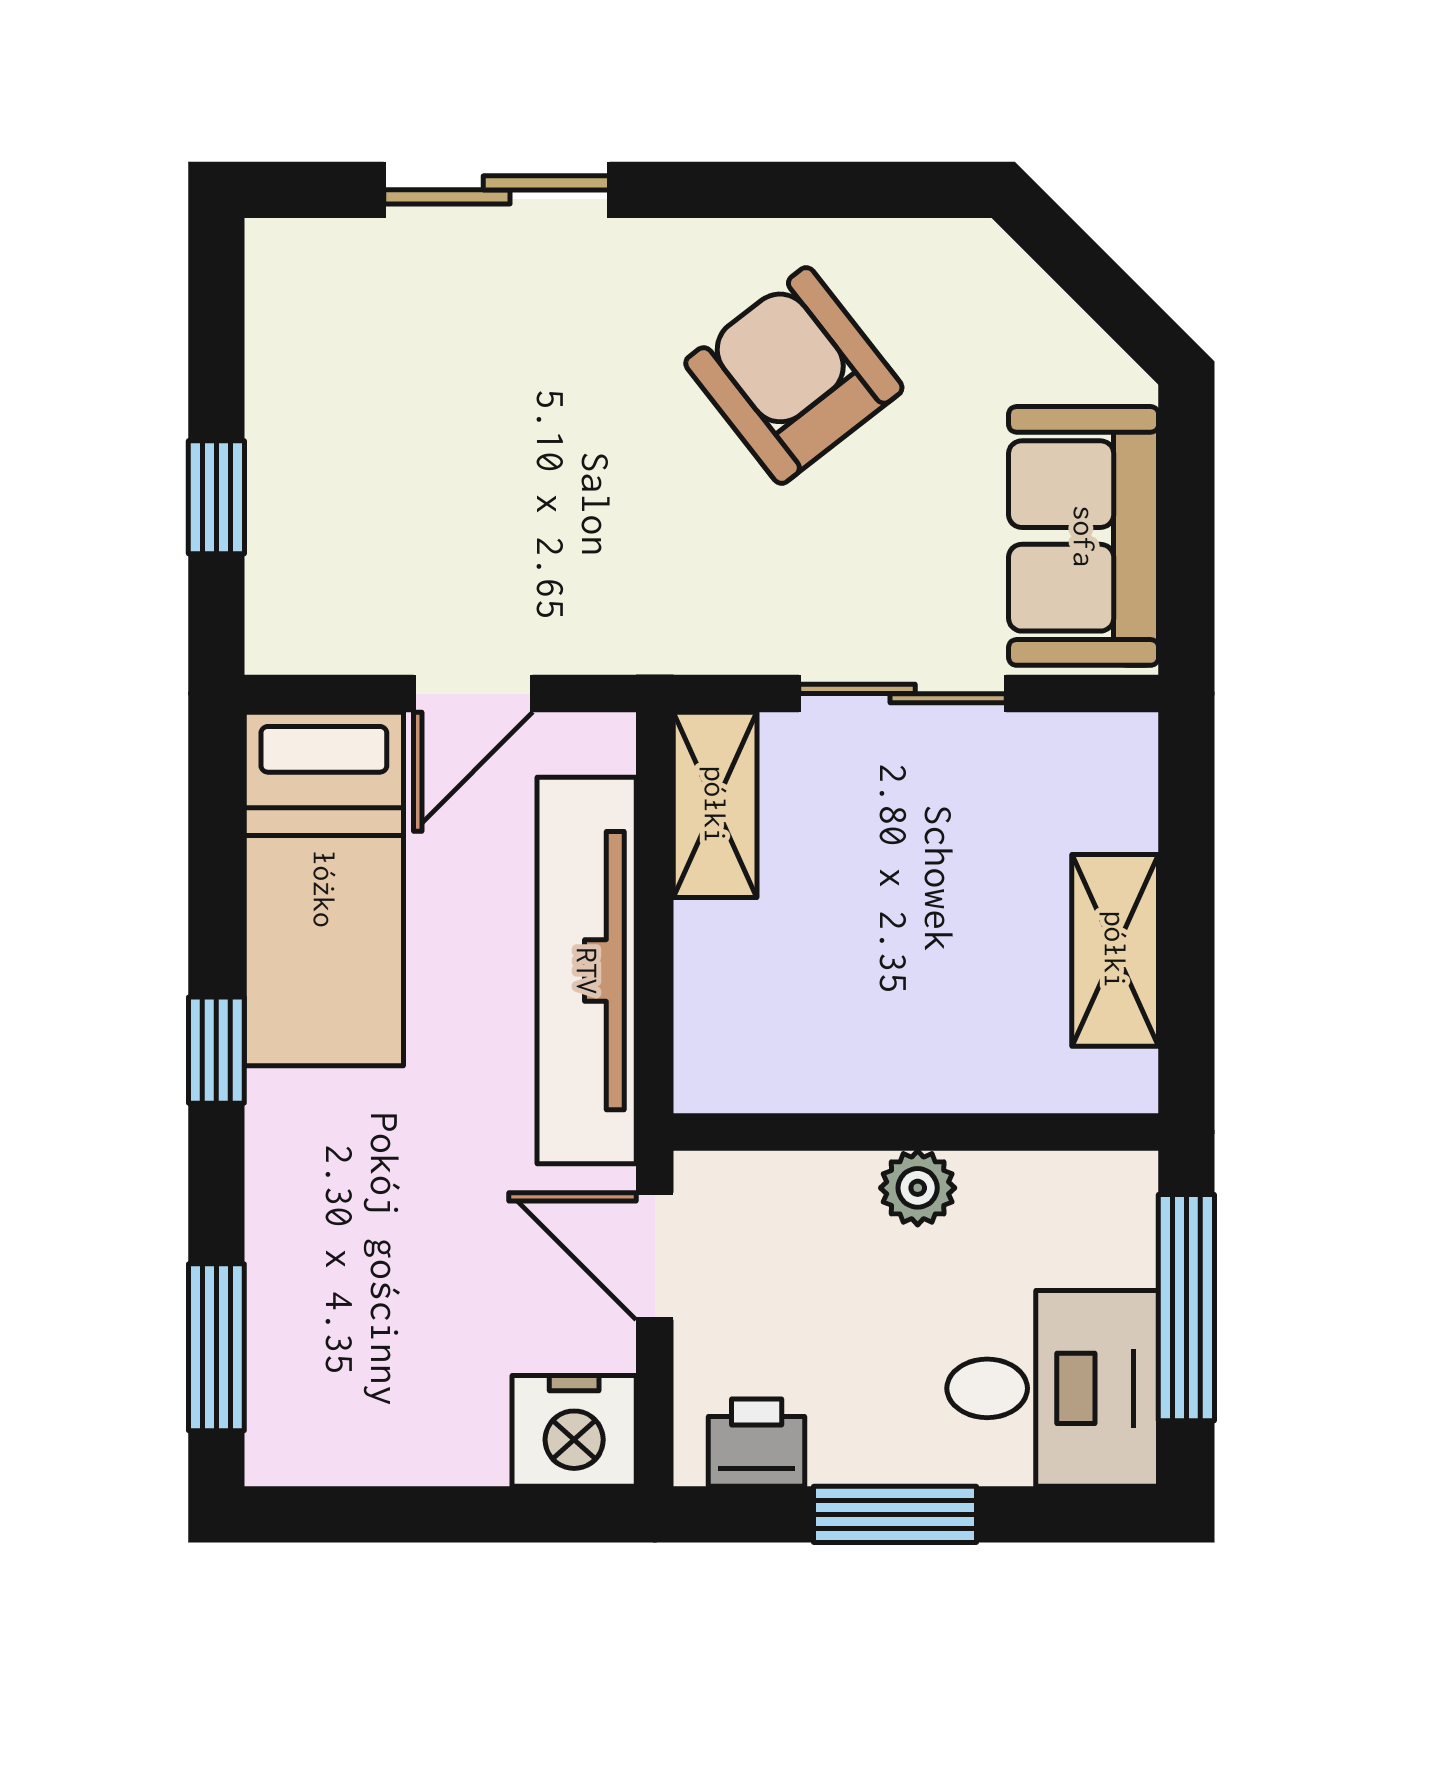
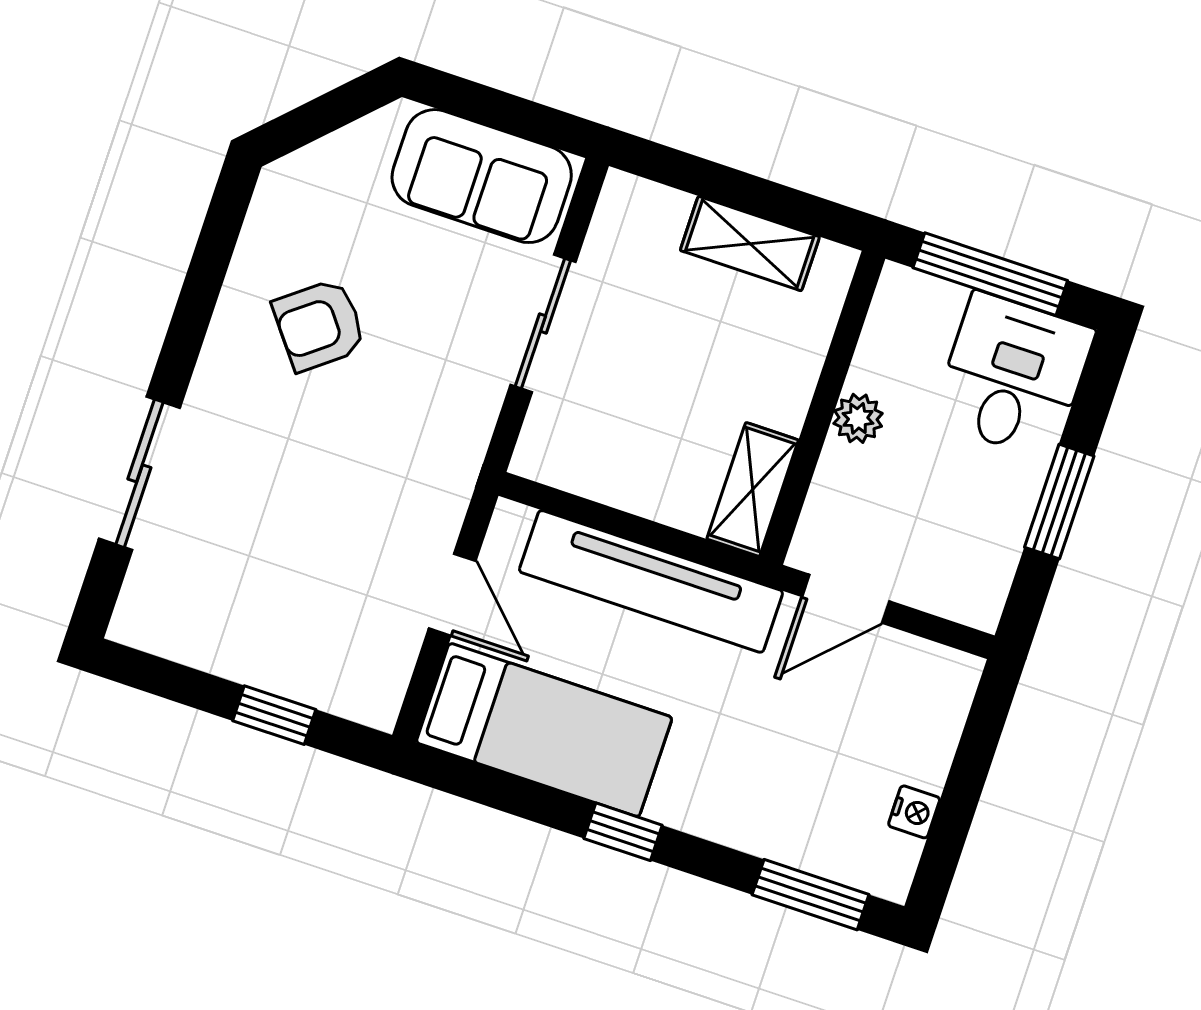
armchair: (794, 375) -> (319, 325), width x0.72, depth x0.72
shelving: (715, 805) -> (753, 489), moved, turned 90
nightstand: (574, 1431) -> (914, 812), moved, width x0.53, depth x0.56
printer: (757, 1443) -> (985, 574), removed

